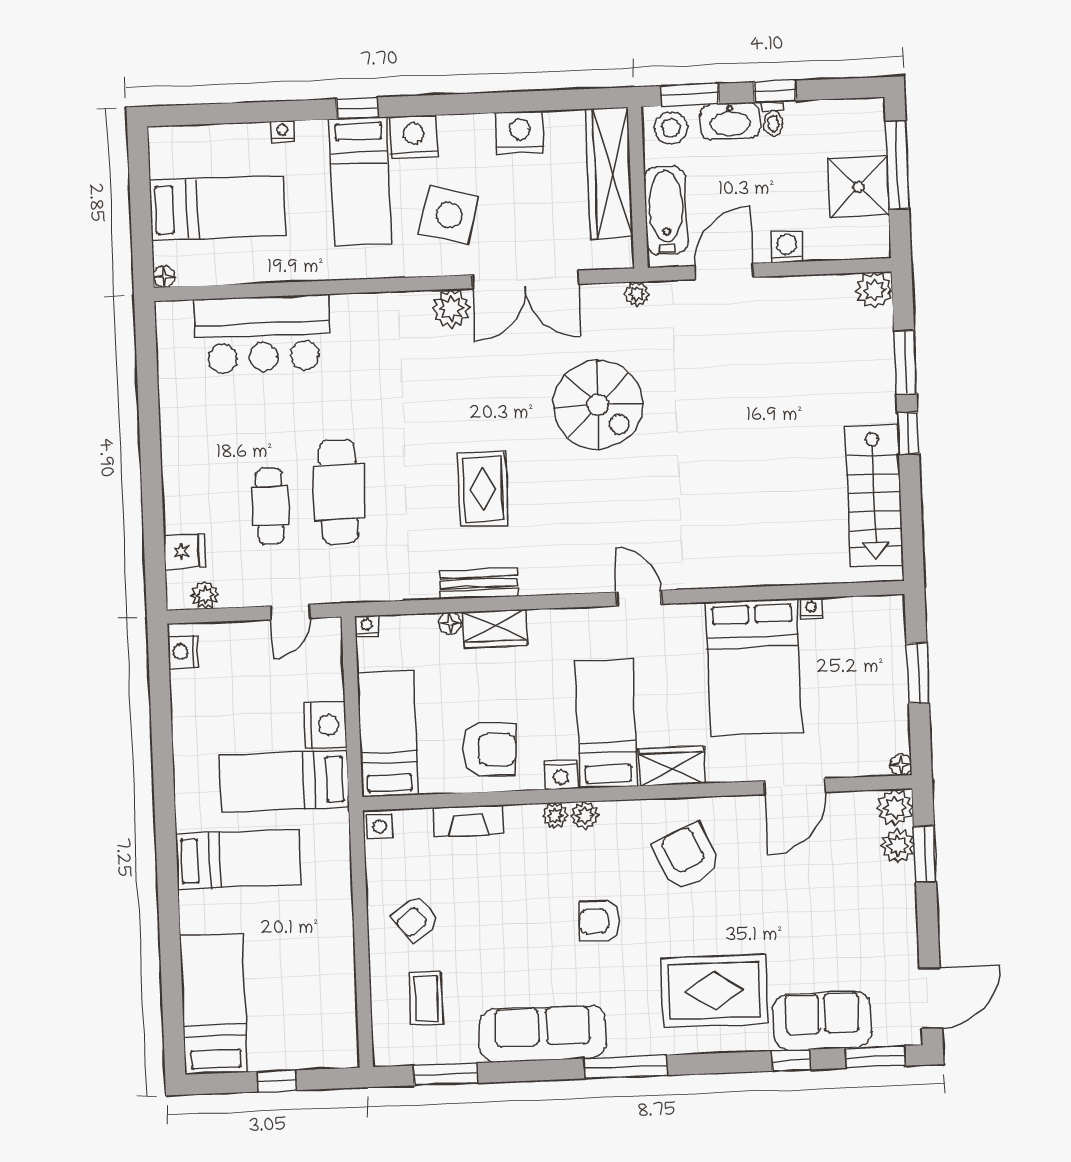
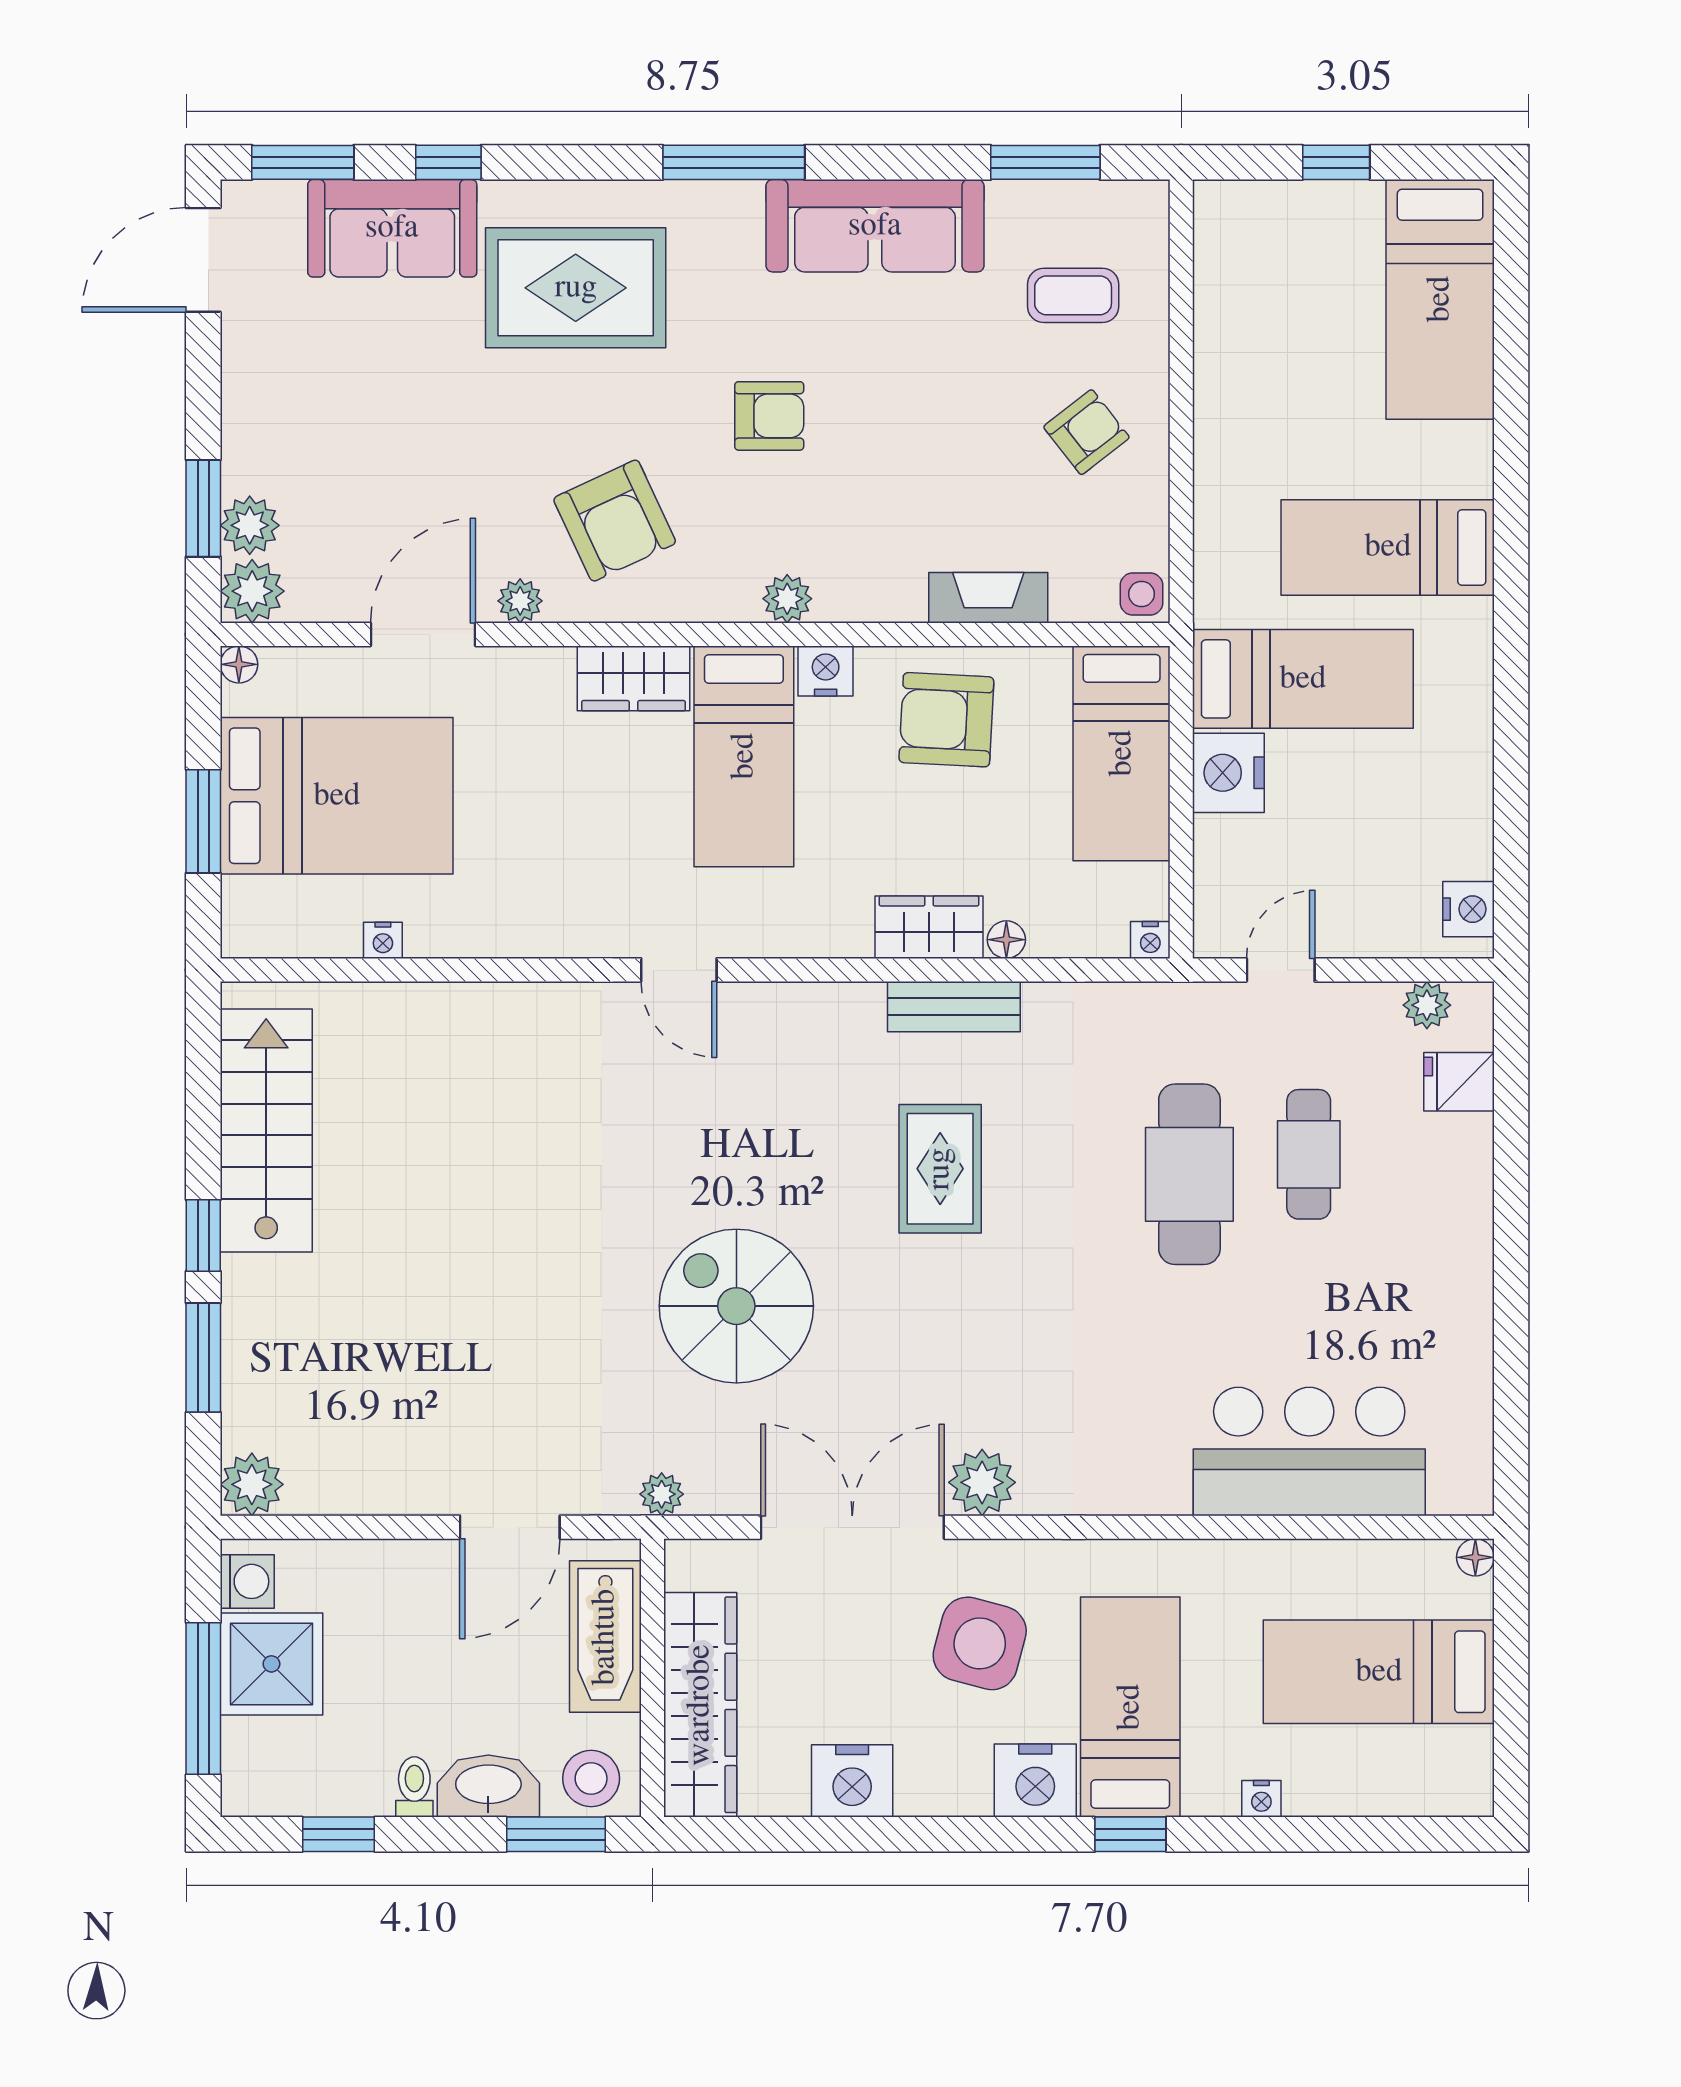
window: (775, 91) -> (338, 1834), moved
washing machine: (787, 247) -> (247, 1581), moved, turned -90
bed: (754, 668) -> (337, 796), moved, turned 90
plant: (555, 815) -> (520, 601), moved
coffee table: (426, 998) -> (1073, 295), turned 90

